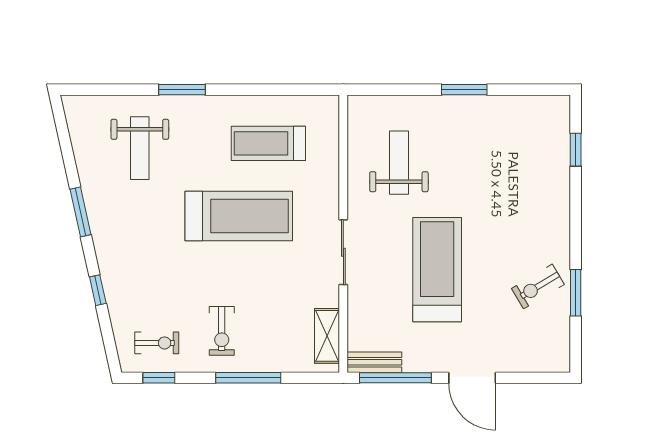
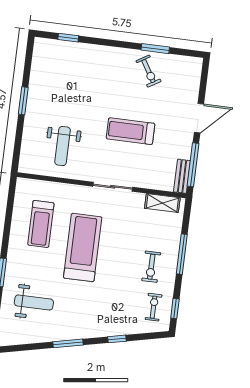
weight bench: (399, 163) -> (63, 146), turned -90
treadmill: (437, 270) -> (131, 131), width x0.73, depth x0.73
exercise bike: (222, 331) -> (151, 267), turned 90

